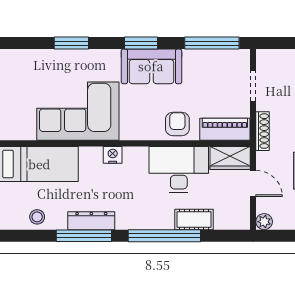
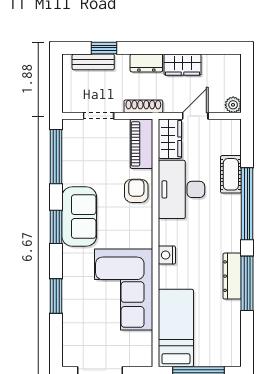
armchair: (177, 124) -> (136, 191), turned 90
stool: (37, 217) -> (228, 330), removed

